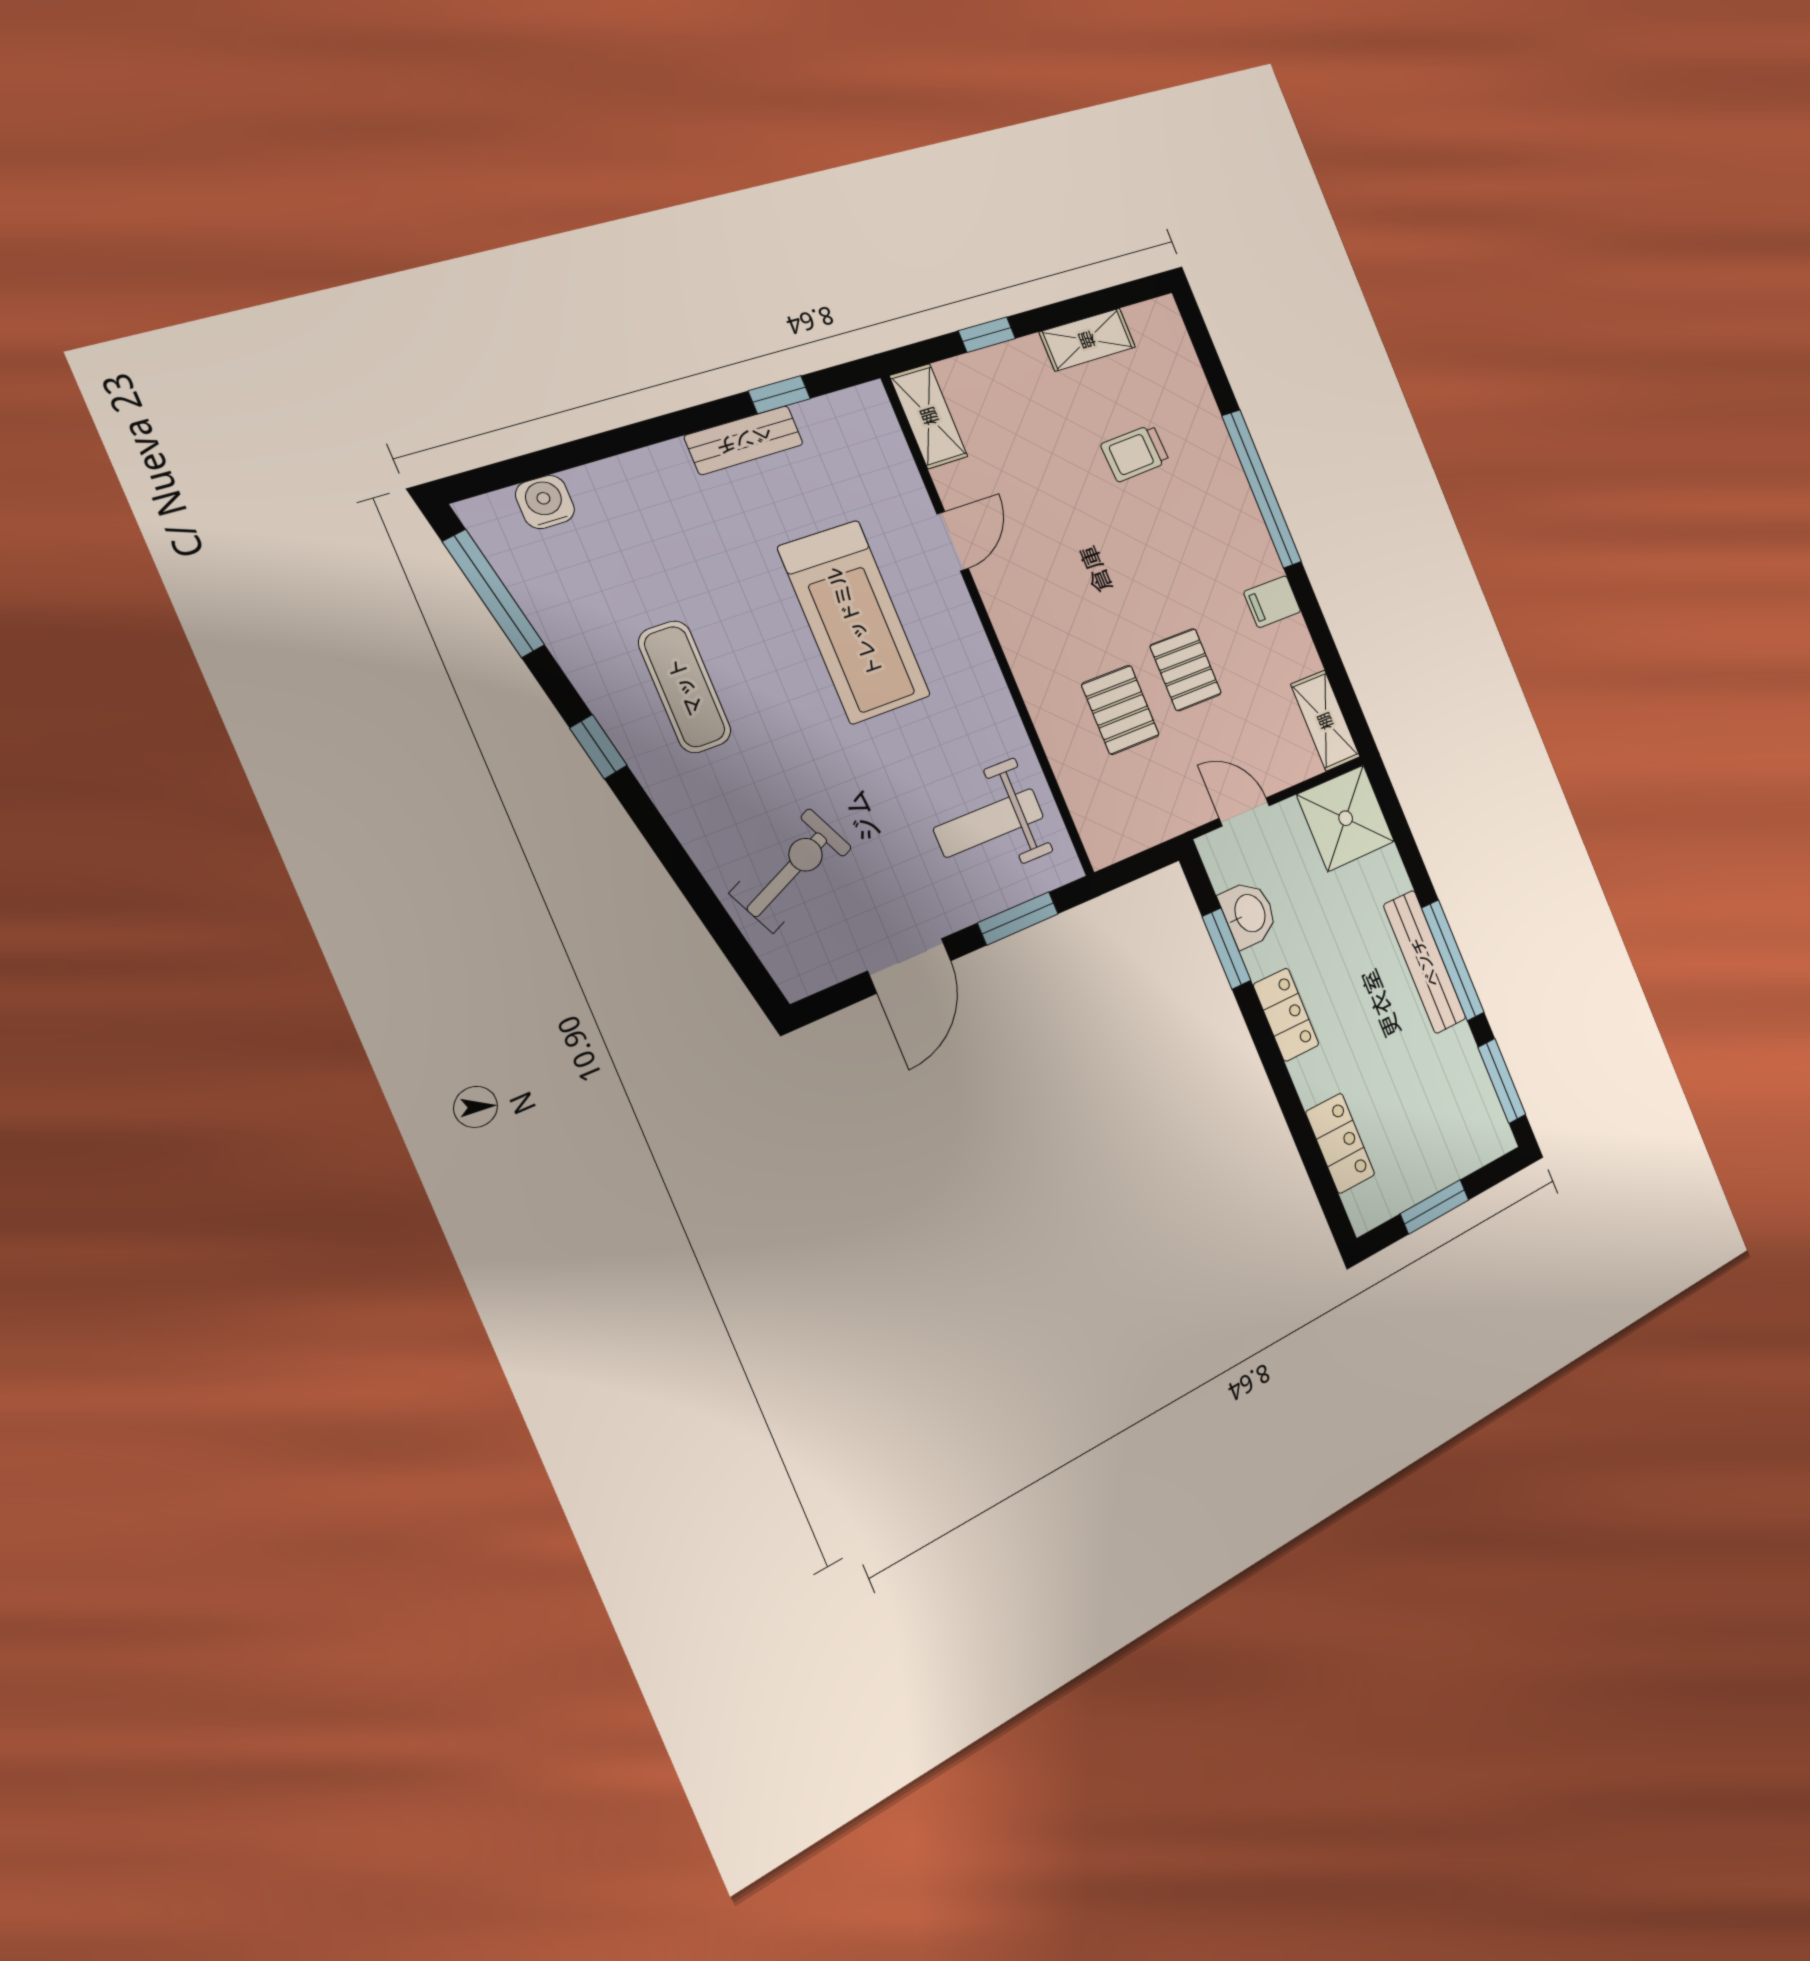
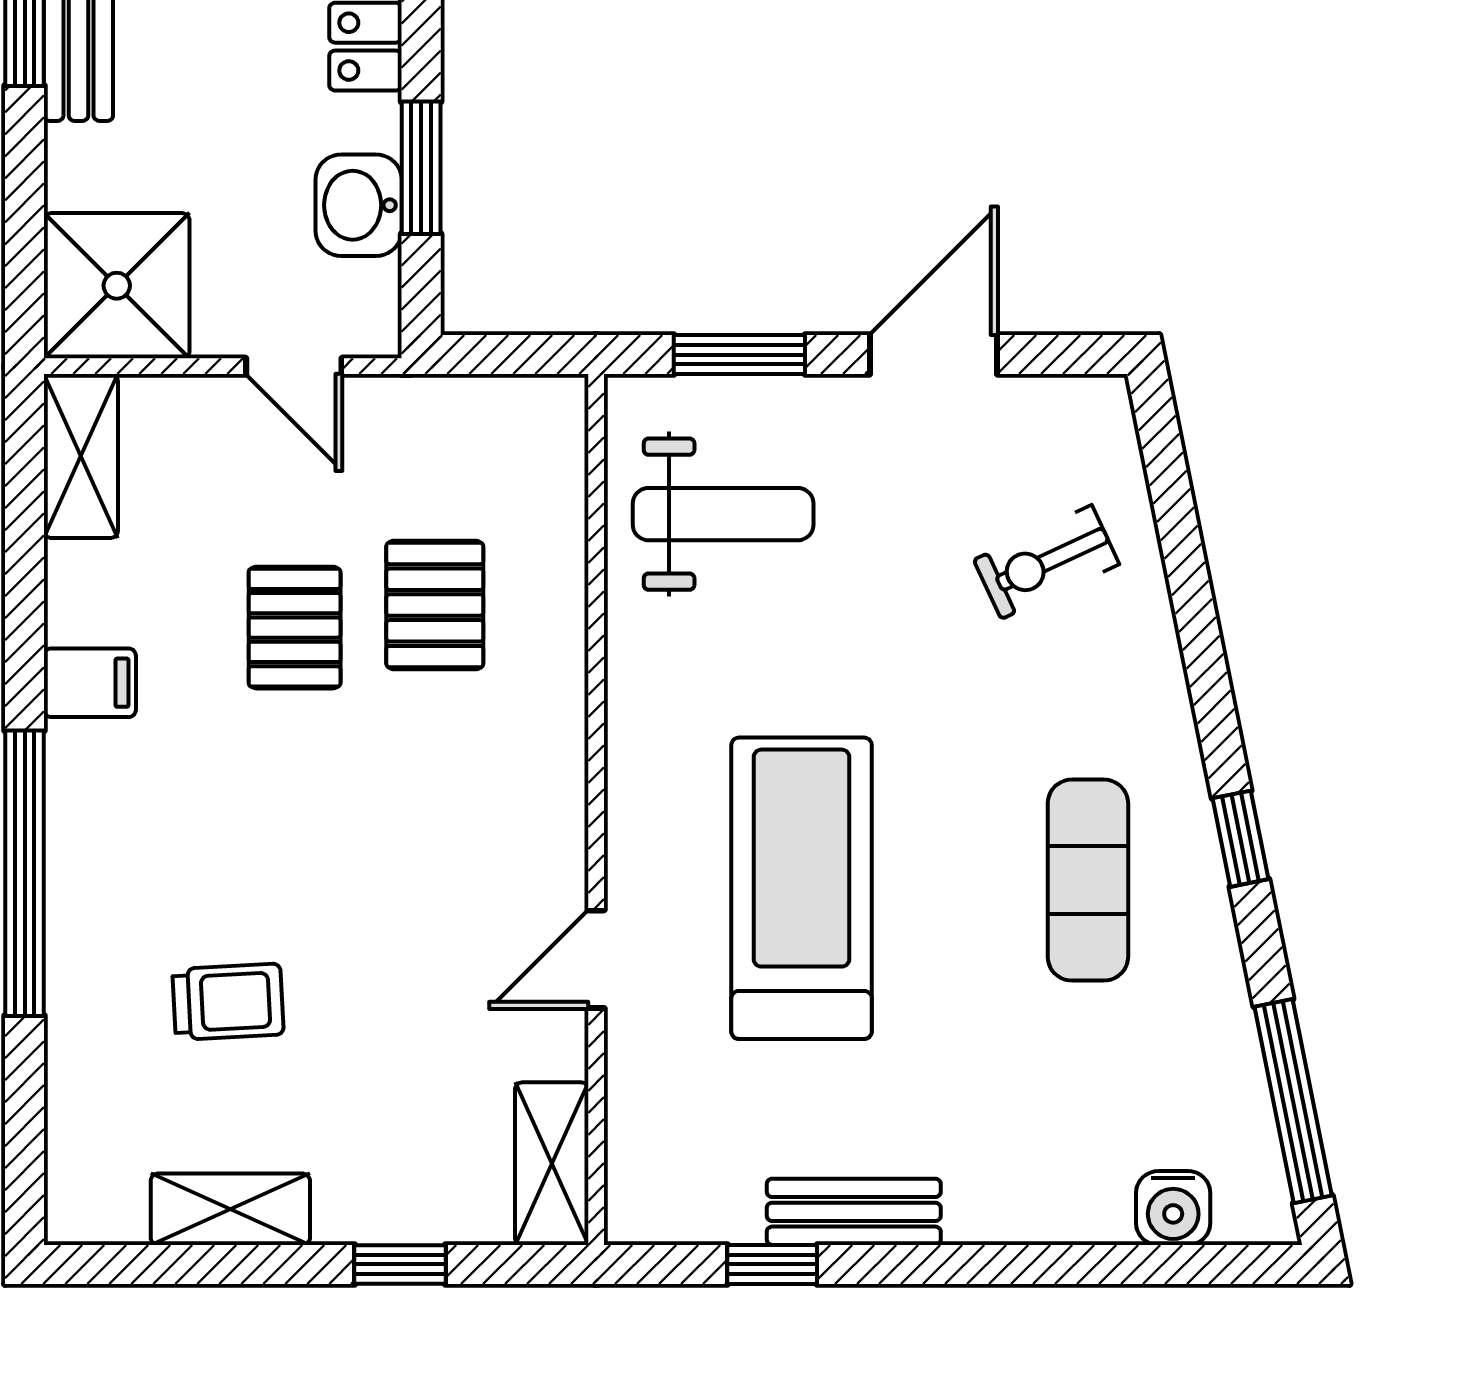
exercise bike: (791, 870) -> (1046, 562), width x0.73, depth x0.72

